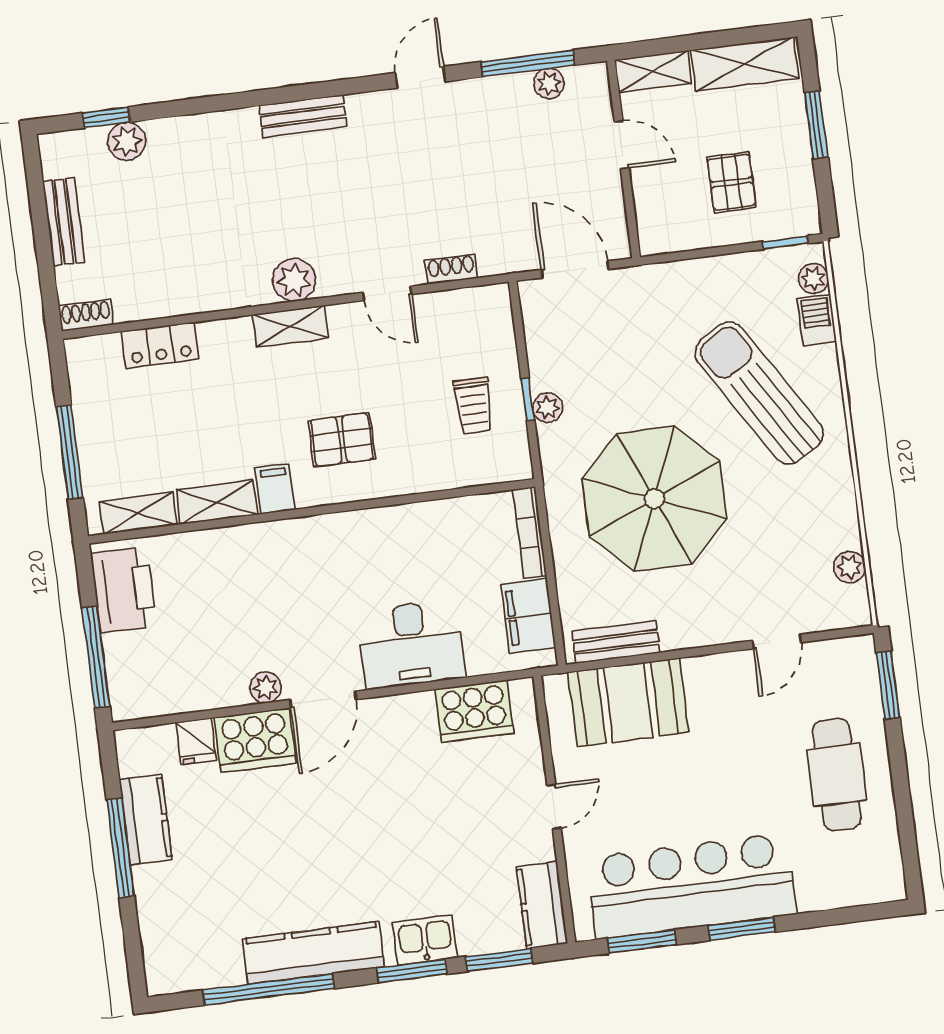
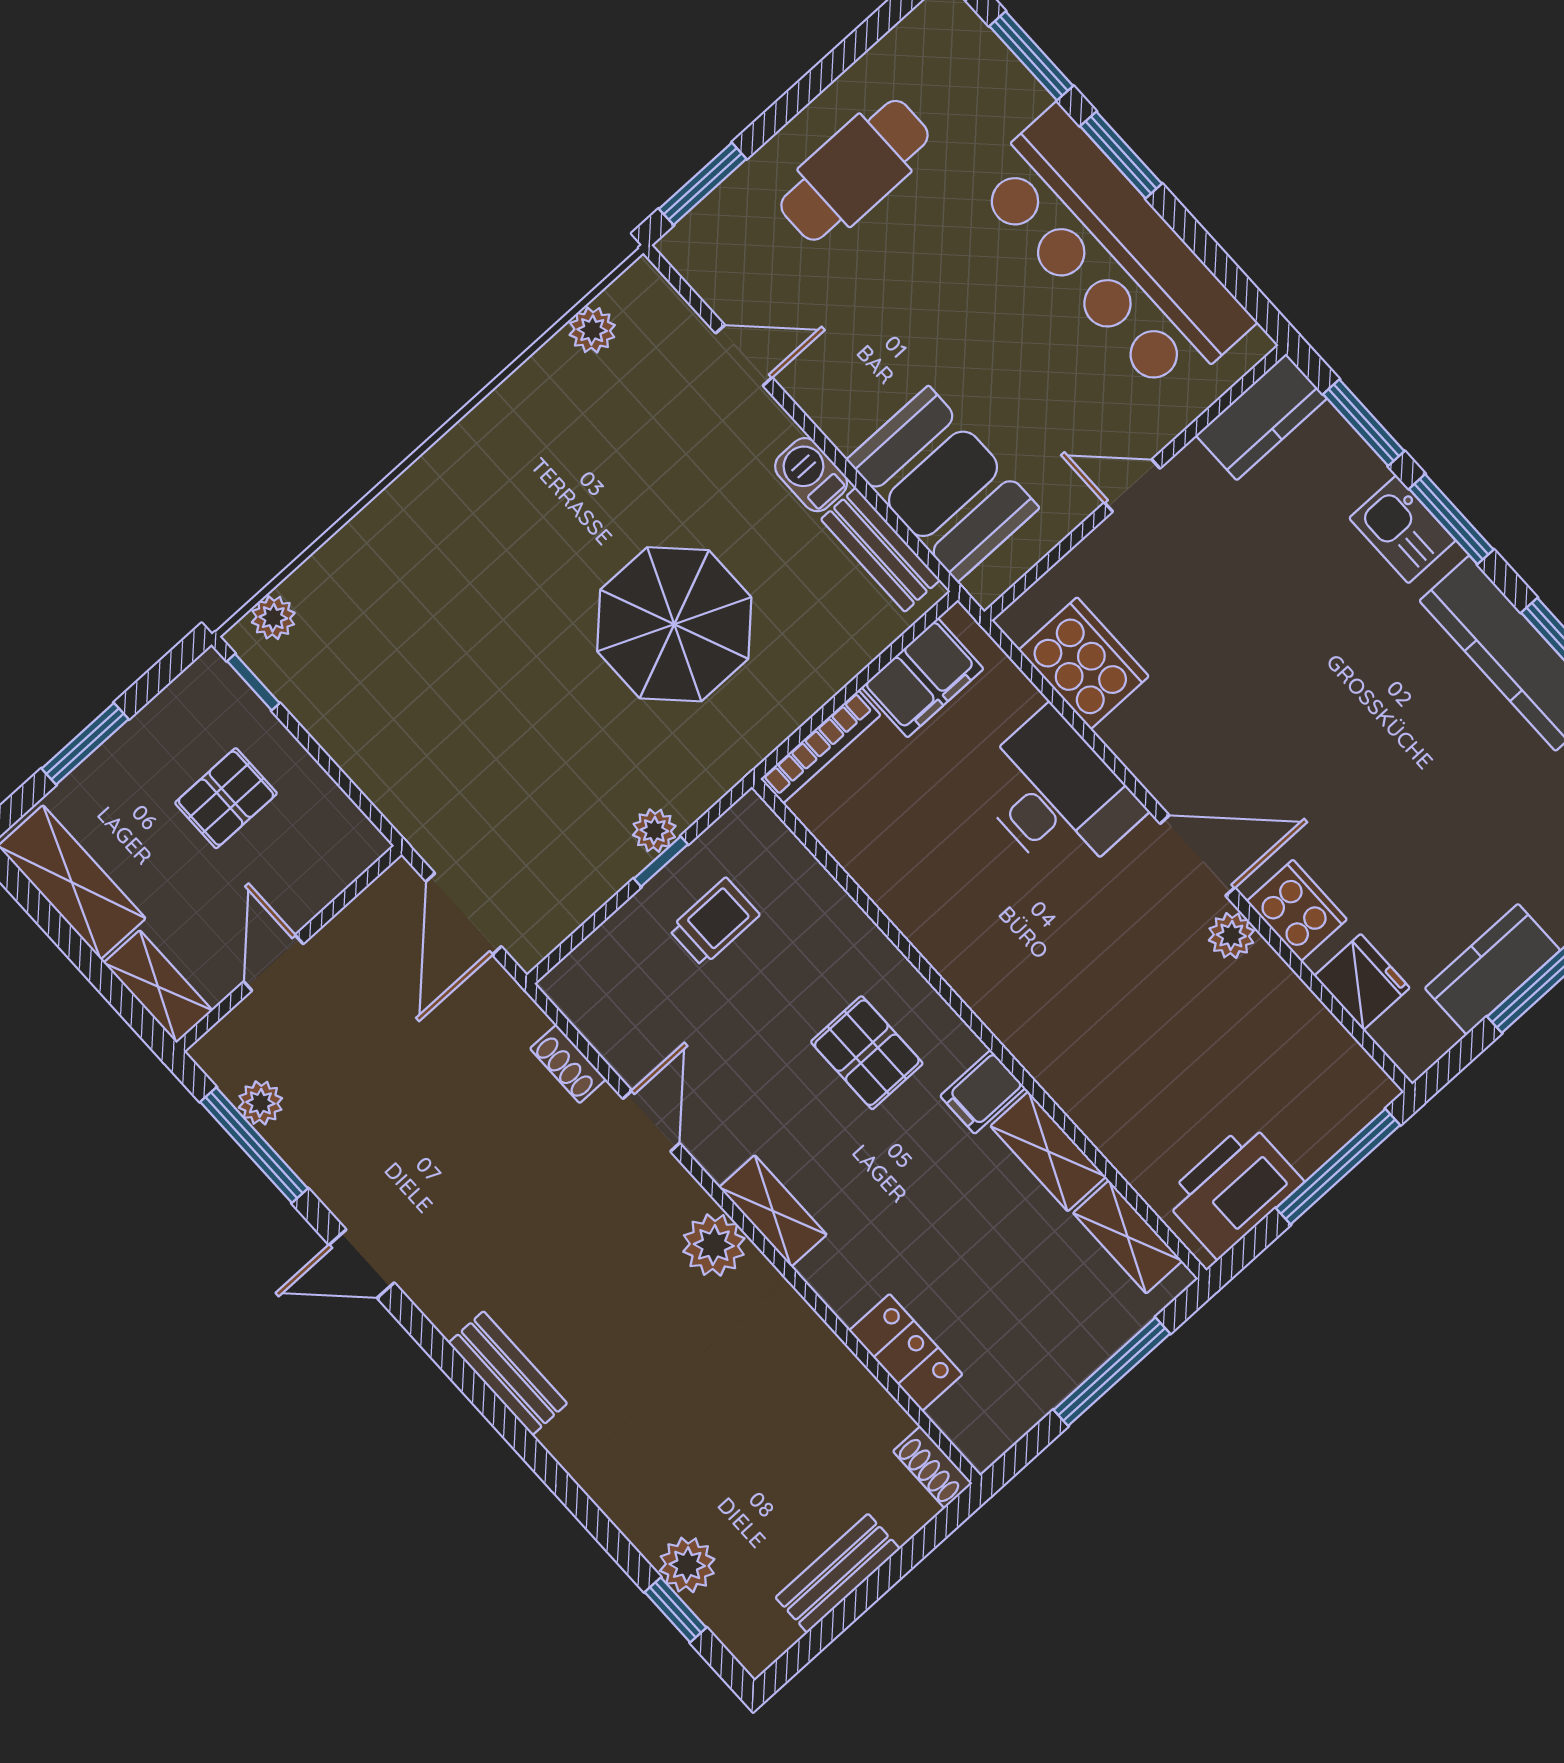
barbecue: (817, 320) -> (811, 475), moved, turned 90
sun lounger: (759, 393) -> (458, 587), removed
parasol: (654, 499) -> (674, 624), width x0.73, depth x0.73
cooker: (255, 740) -> (1297, 910), width x0.73, depth x0.76
fridge: (196, 741) -> (1362, 982), width x1.38
window: (642, 941) -> (1031, 56), moved

